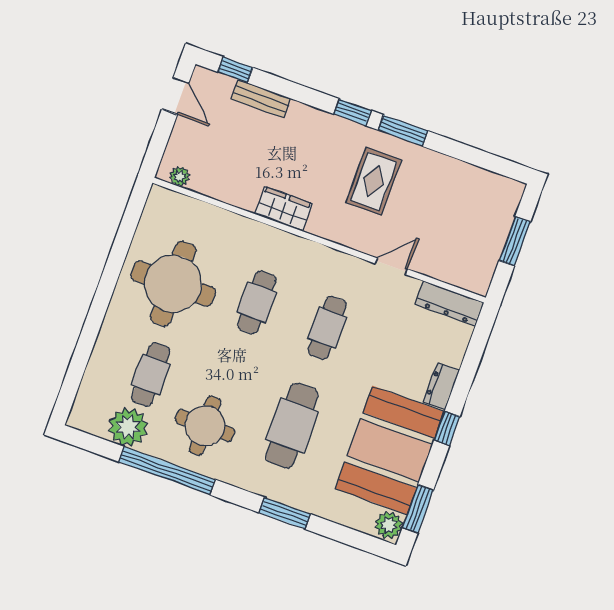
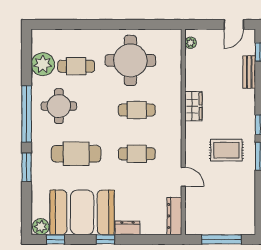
window: (515, 241) -> (222, 239), width x1.44
window: (167, 471) -> (27, 114), moved
window: (418, 509) -> (56, 239), width x0.67

